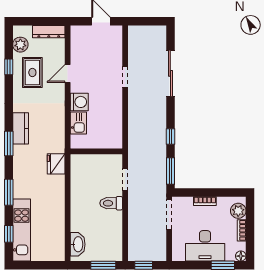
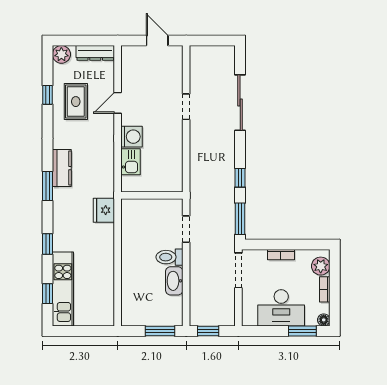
plant: (20, 45) -> (61, 54), moved
window: (9, 192) -> (48, 244), width x0.67
washbasin: (78, 244) -> (174, 281), moved, turned 180

